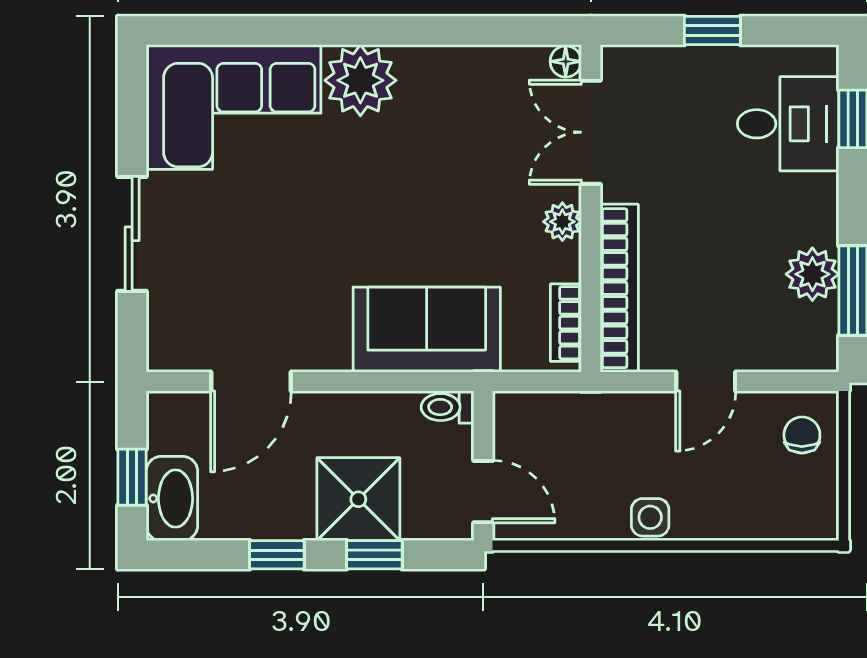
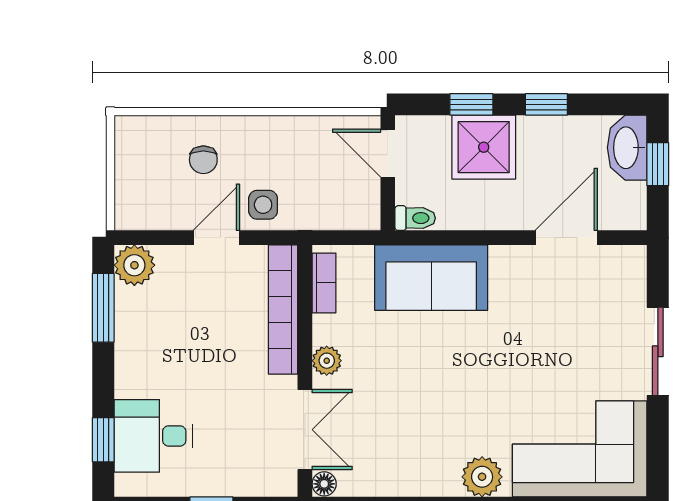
plant: (360, 80) -> (482, 477), width x0.73, depth x0.73
plant: (812, 274) -> (134, 265), moved
chair: (802, 435) -> (203, 160), moved
side table: (650, 517) -> (263, 205), moved

